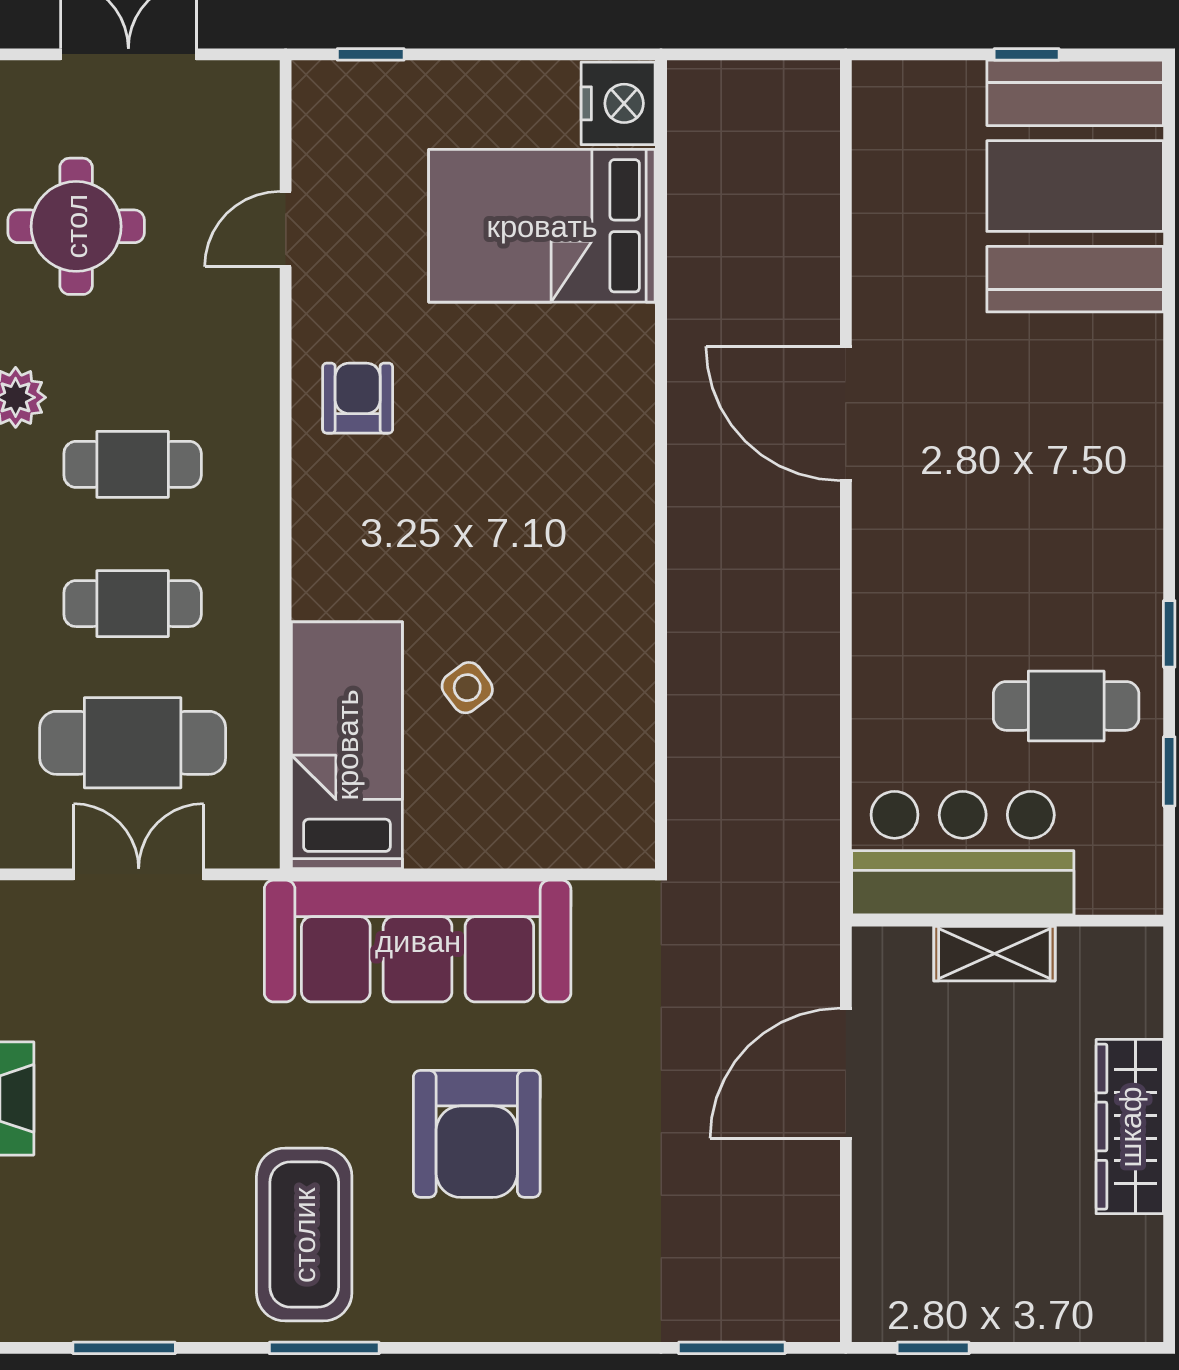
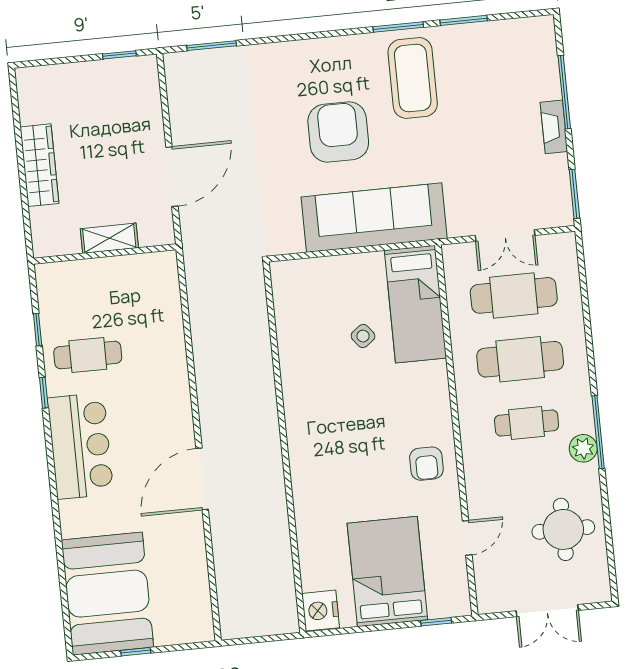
bed: (542, 226) -> (387, 572), moved, turned -90
door: (846, 413) -> (202, 479), swing flipped
cafe table: (133, 604) -> (520, 359), width x1.37, depth x1.35
bar counter: (963, 853) -> (80, 446), moved, turned -90
window: (124, 1348) -> (464, 20), moved

